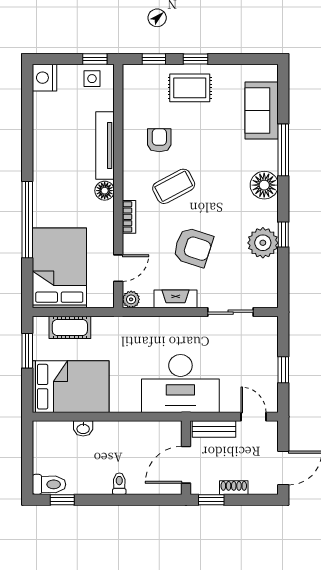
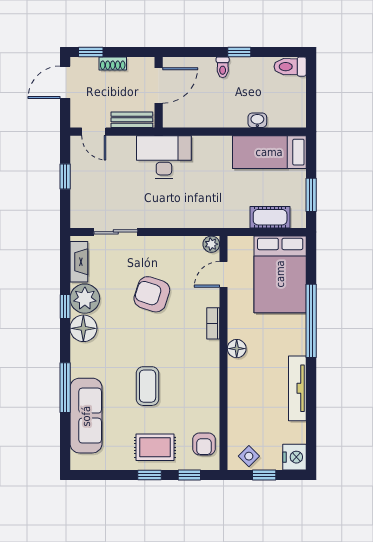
window: (95, 59) -> (264, 475), moved
side table: (92, 79) -> (249, 456), turned 45
sofa: (262, 110) -> (86, 416), width x1.36
armchair: (159, 140) -> (204, 444), moved
tv unit: (105, 146) -> (297, 388), moved, turned 180
floor lamp: (264, 185) -> (83, 328), moved
coffee table: (174, 186) -> (148, 386), moved, turned -62
fireplace: (176, 299) -> (79, 262), moved, turned -90
desk: (180, 383) -> (164, 157), width x0.73, depth x0.77
bed: (71, 387) -> (269, 152), width x0.67
window: (62, 500) -> (239, 52), moved
window: (211, 500) -> (91, 52), moved

